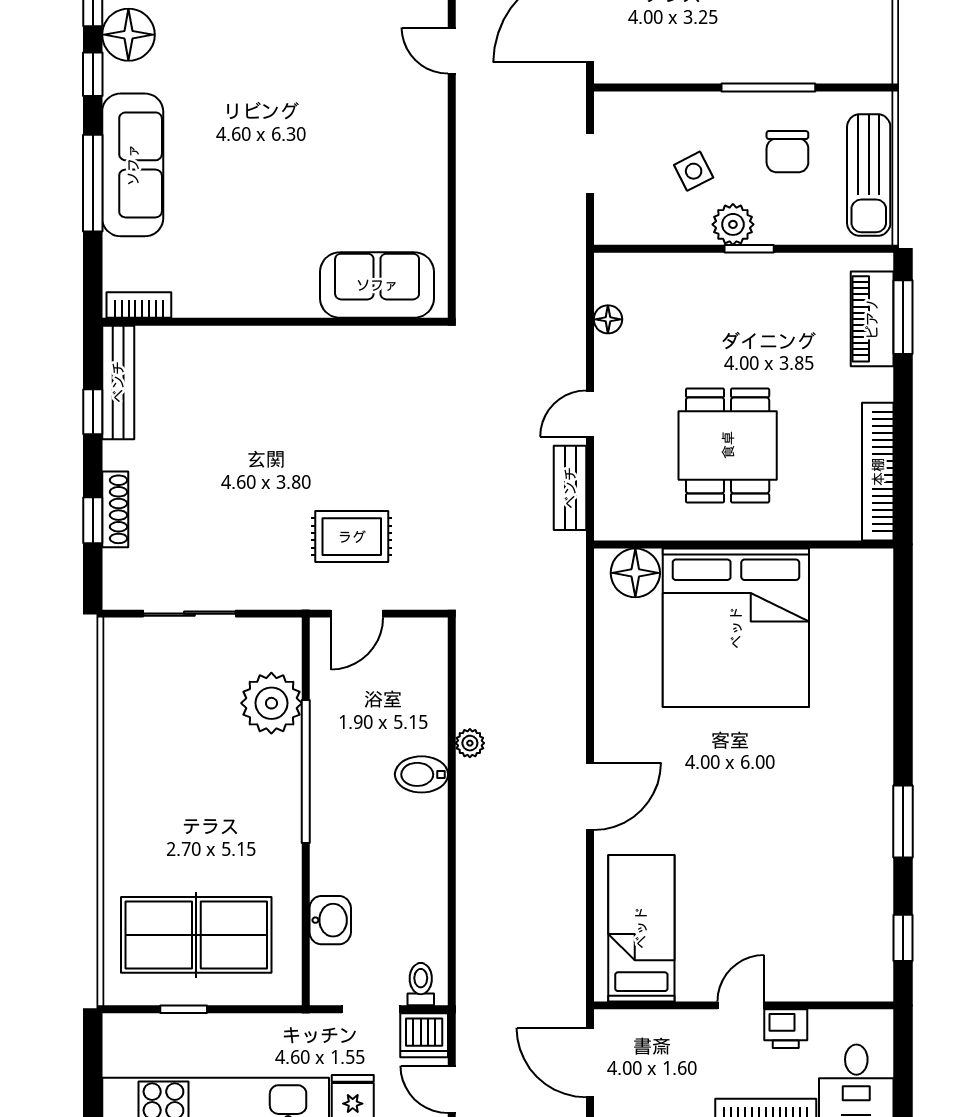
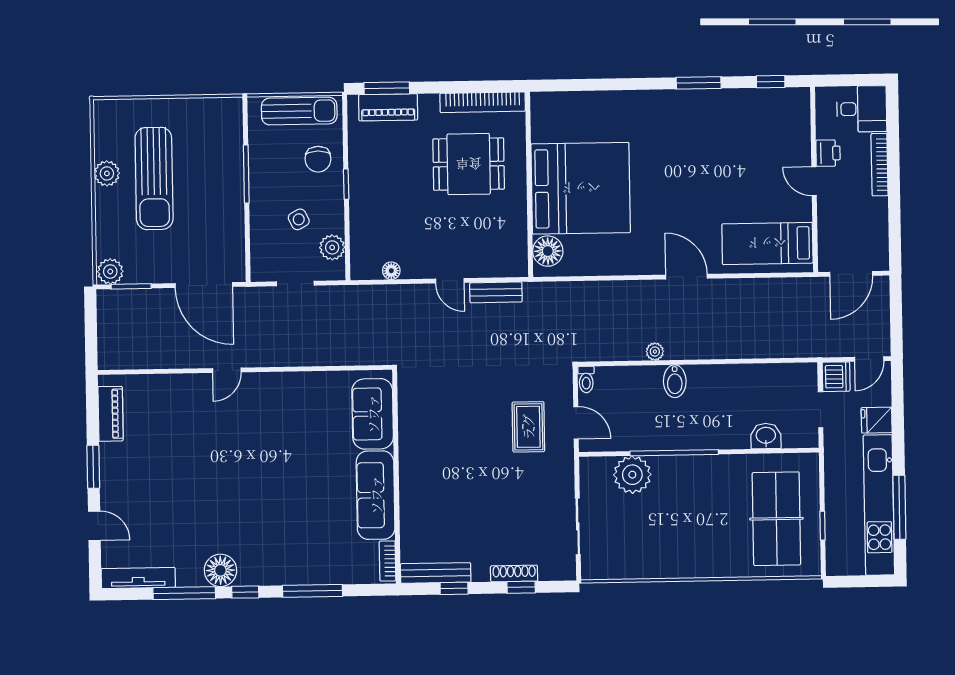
chair: (787, 152) -> (318, 159), moved, turned 90
sofa: (133, 165) -> (376, 495), moved, turned -90
plant: (733, 224) -> (332, 247), moved
dining table: (728, 445) -> (469, 164), moved
toilet: (421, 984) -> (586, 380), moved, turned -90

